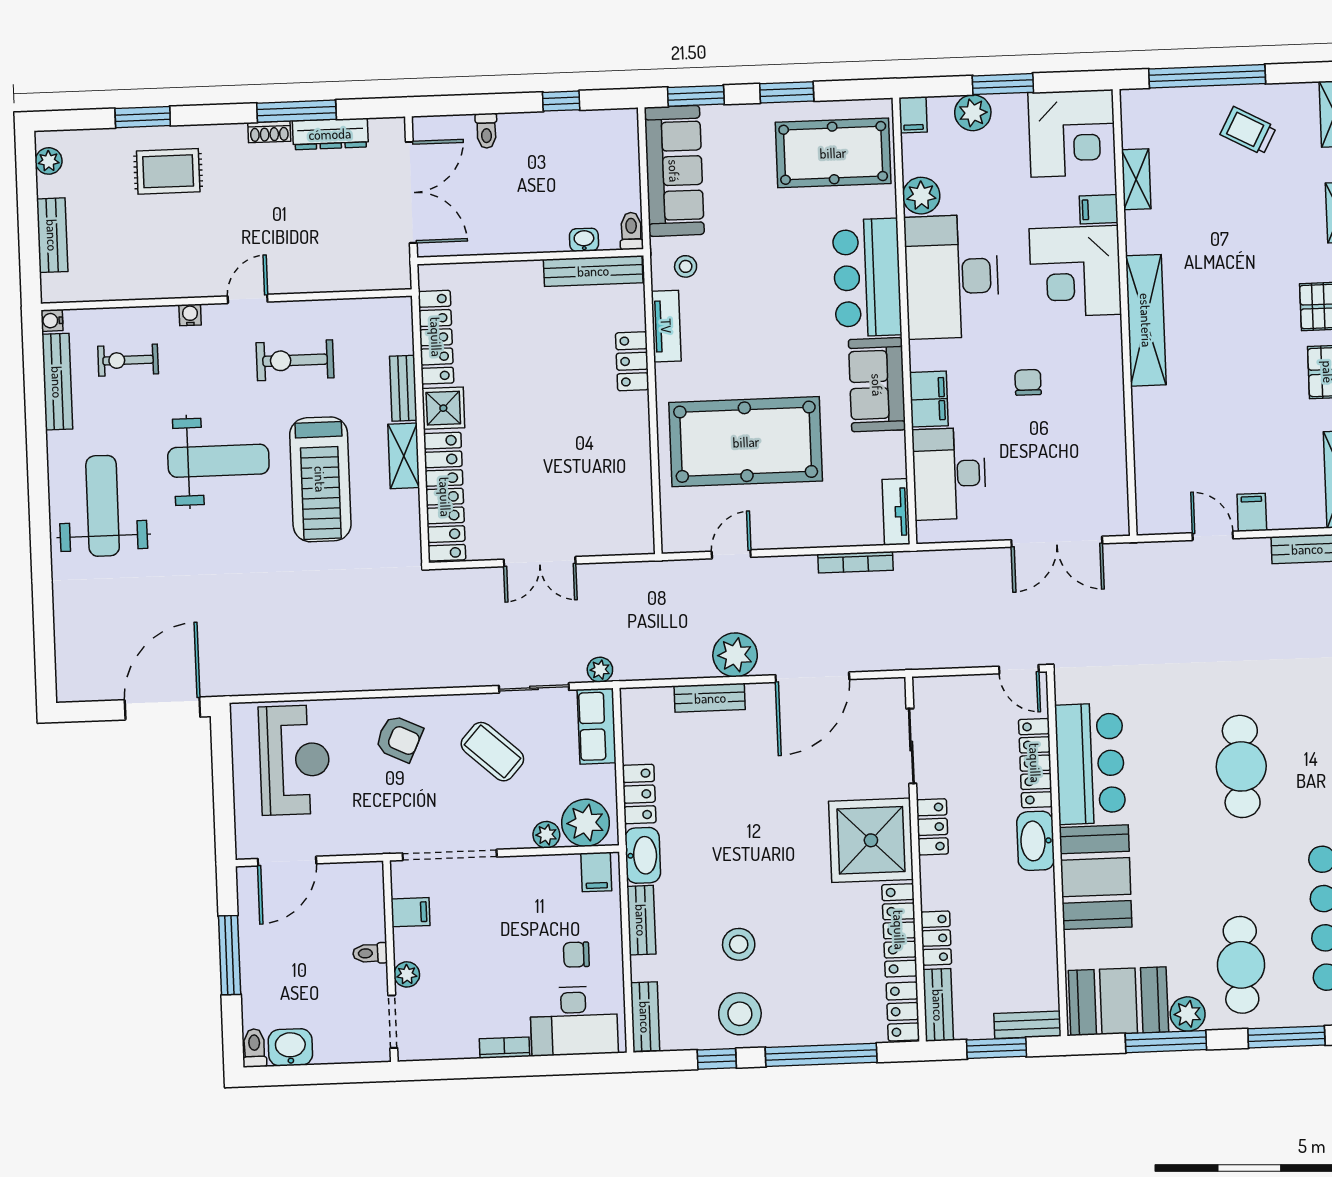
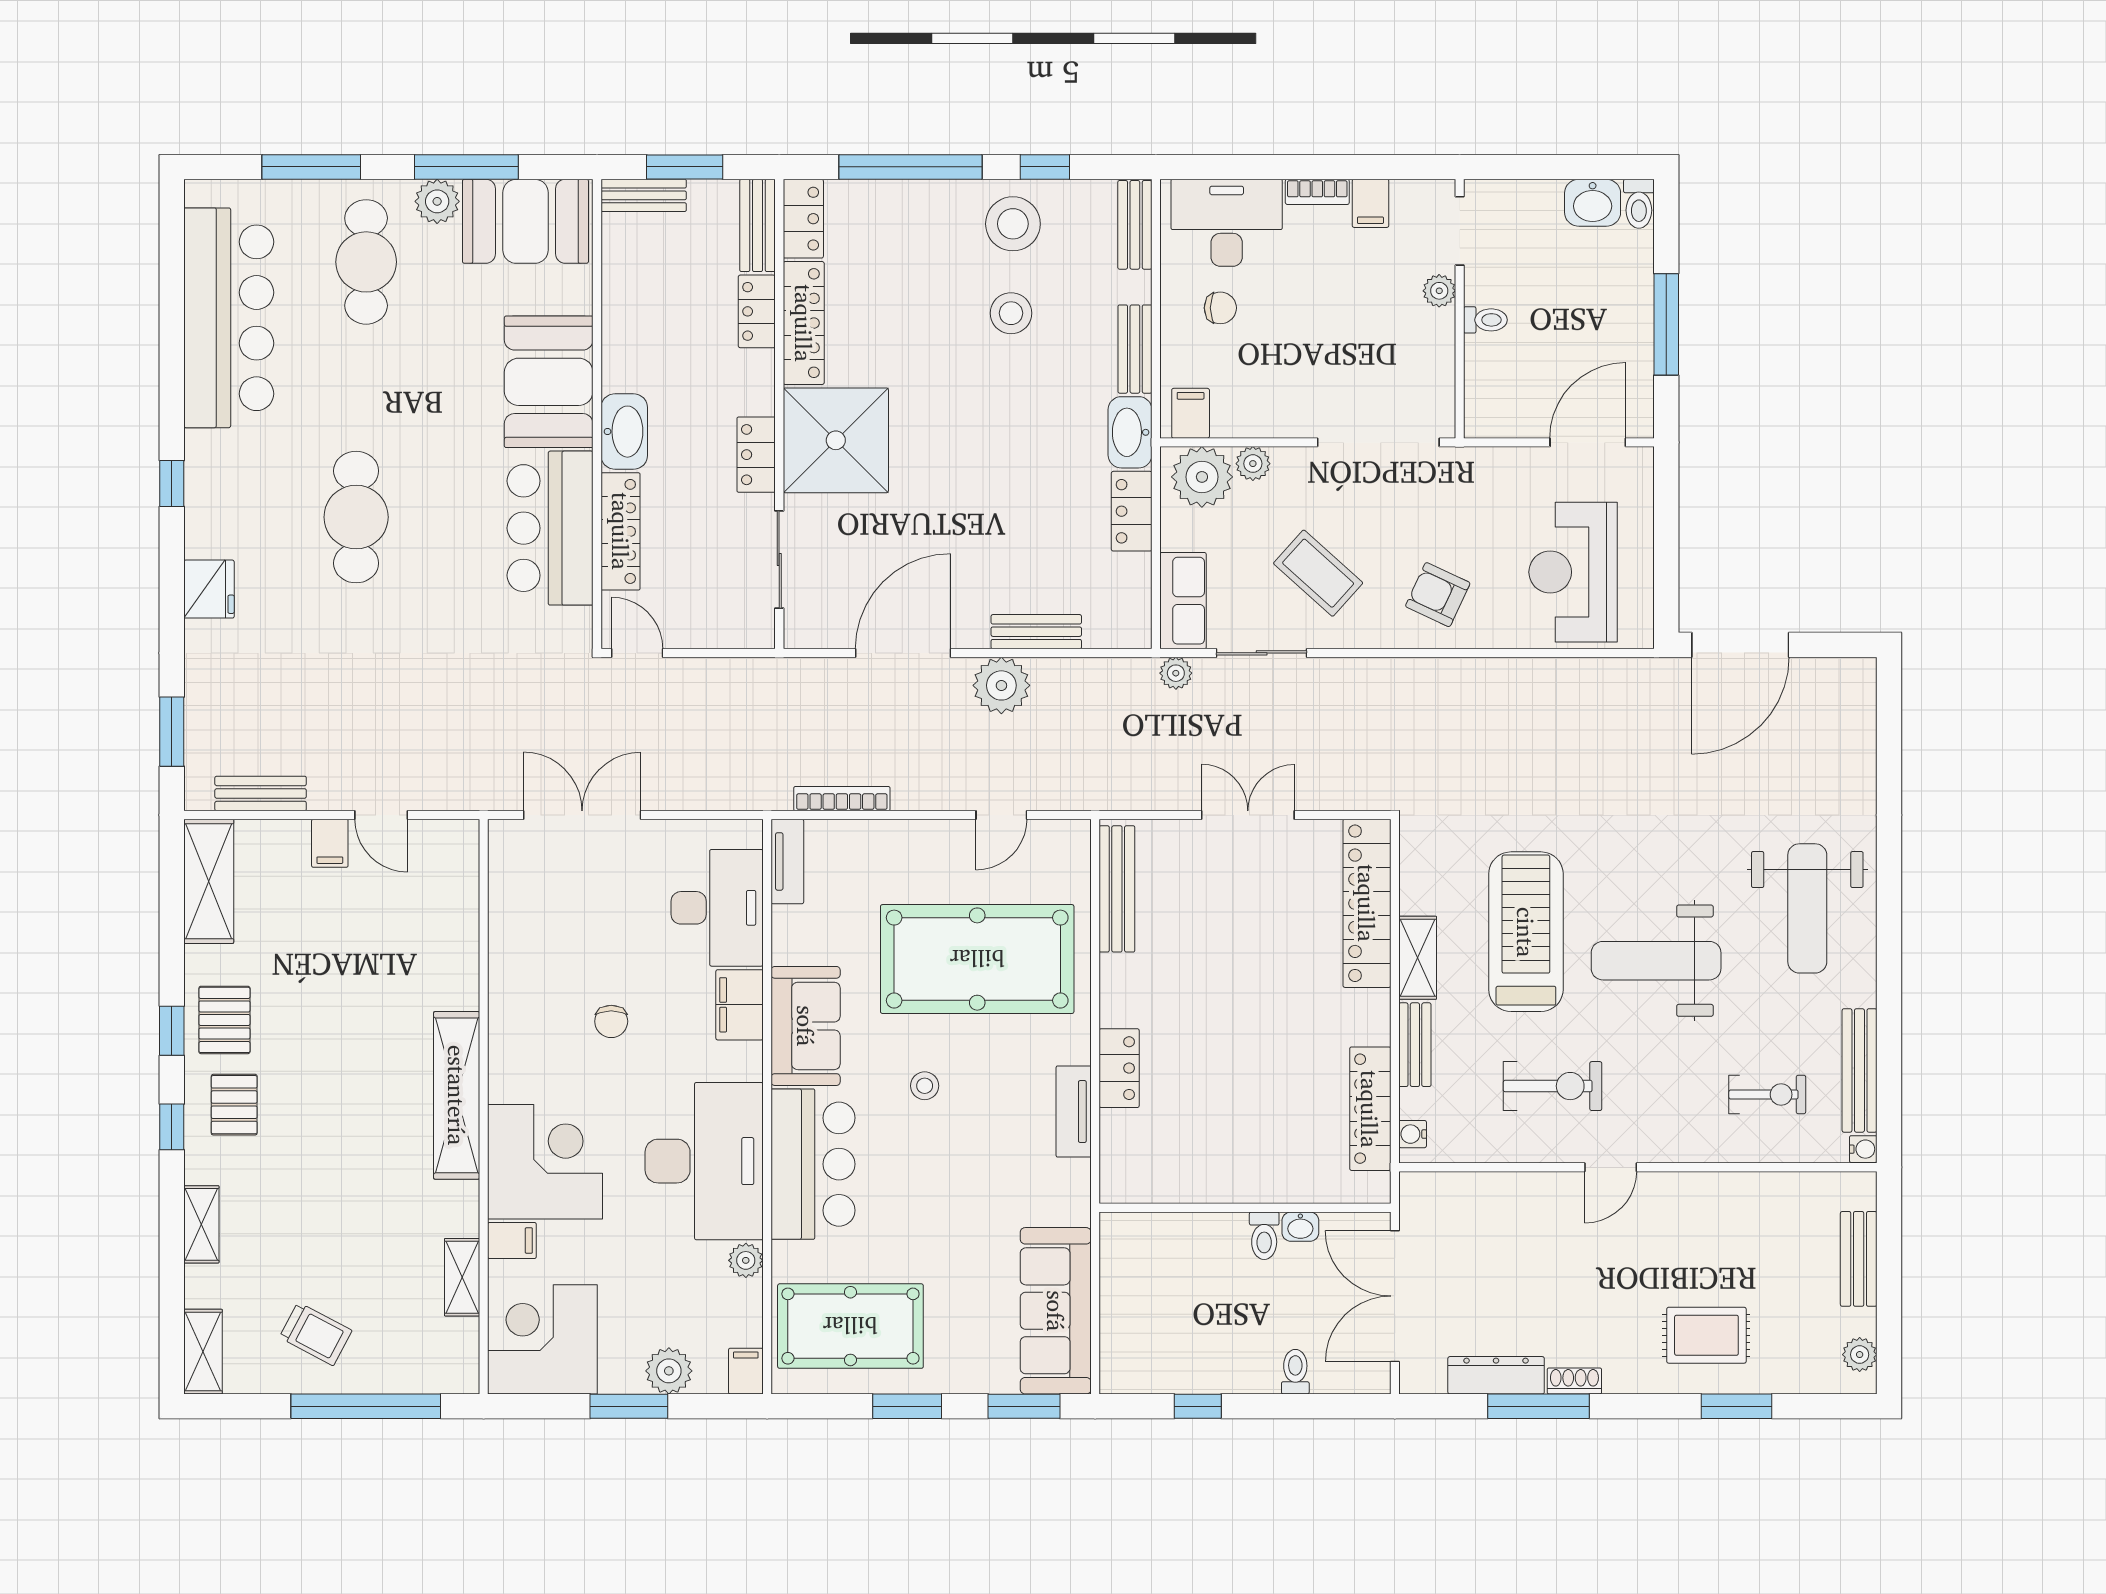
plant: (921, 196) -> (746, 1260), width x0.73, depth x0.73
toilet: (631, 231) -> (1264, 1236), moved
washbasin: (584, 240) -> (1300, 1227), moved
stool: (686, 266) -> (925, 1086), moved
bench: (593, 271) -> (1117, 889), moved, turned 90
water cooler: (190, 315) -> (1413, 1134), moved, turned 90
shower: (443, 408) -> (1364, 1017), removed
filing cabinet: (411, 912) -> (1370, 203), moved, turned -90

